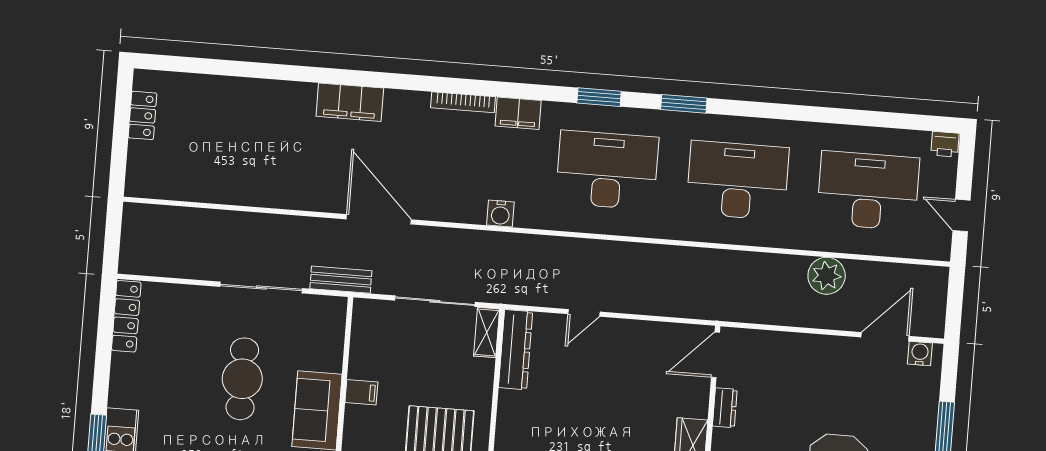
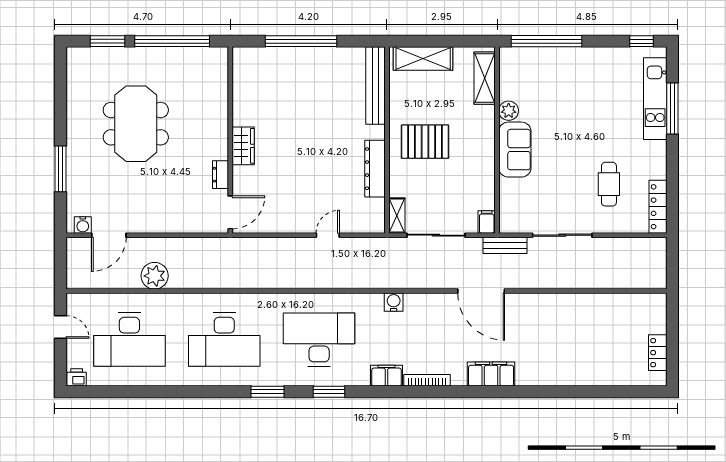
filing cabinet: (350, 102) -> (491, 374), moved
desk: (607, 170) -> (319, 340), turned 180
dresser: (516, 350) -> (375, 169), moved
cafe table: (242, 379) -> (609, 184), moved, width x0.73, depth x0.74
filing cabinet: (361, 392) -> (487, 222), moved, turned 90

